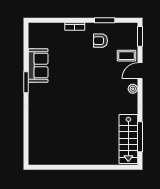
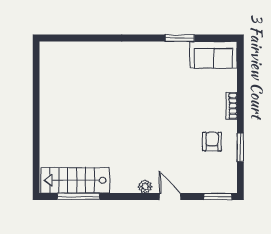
coffee table: (126, 56) -> (191, 178), removed
sofa: (38, 66) -> (213, 55), moved
window: (26, 82) -> (180, 38), moved

